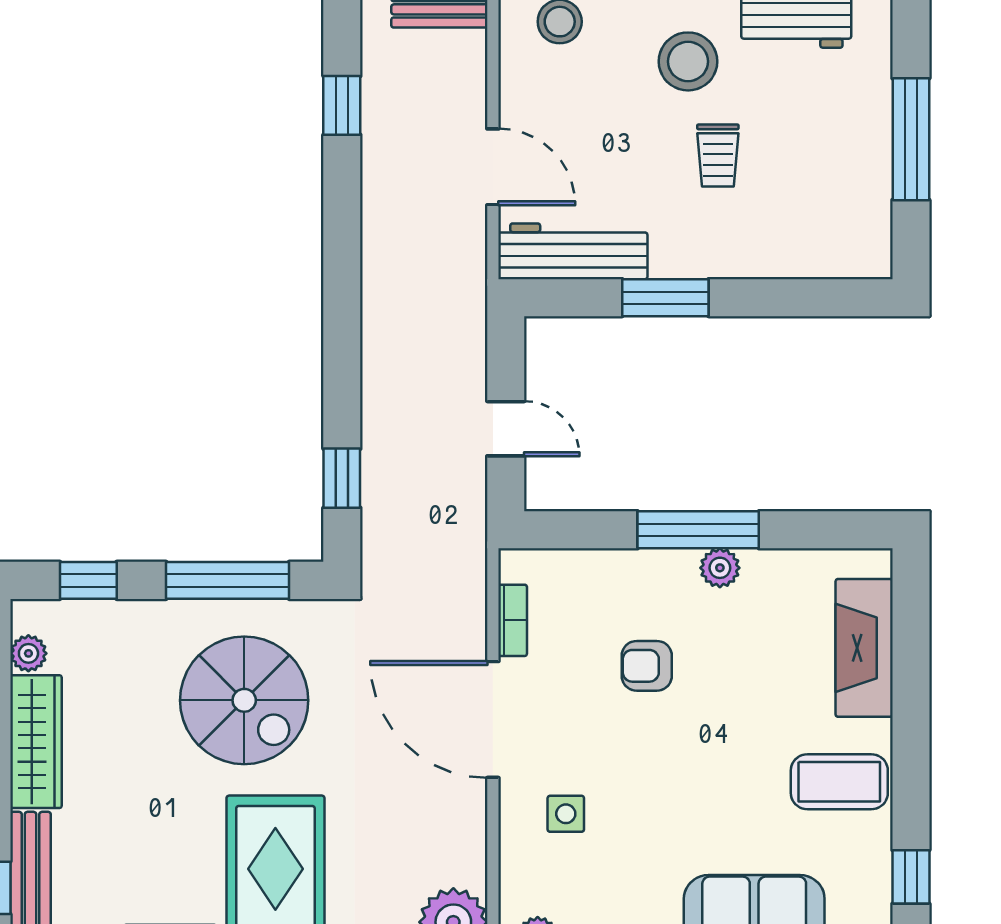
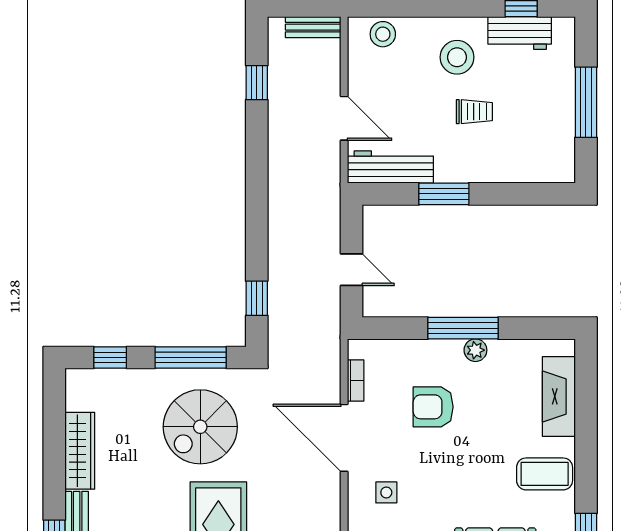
trolley: (718, 155) -> (474, 112), turned -90
plant: (28, 653) -> (75, 400), removed
armchair: (647, 666) -> (433, 407), width x1.38, depth x1.38
spiral stairs: (244, 700) -> (200, 427), turned 90

